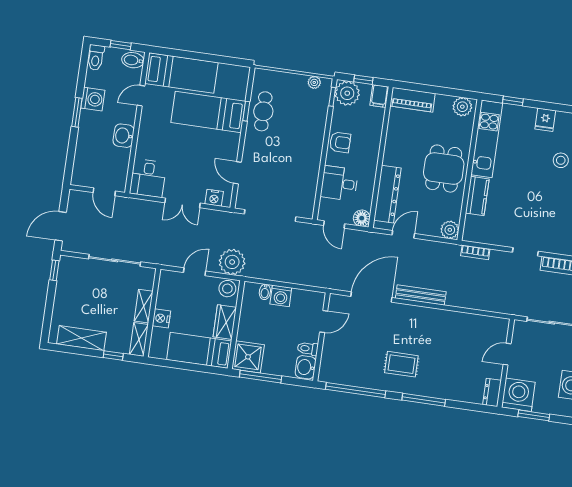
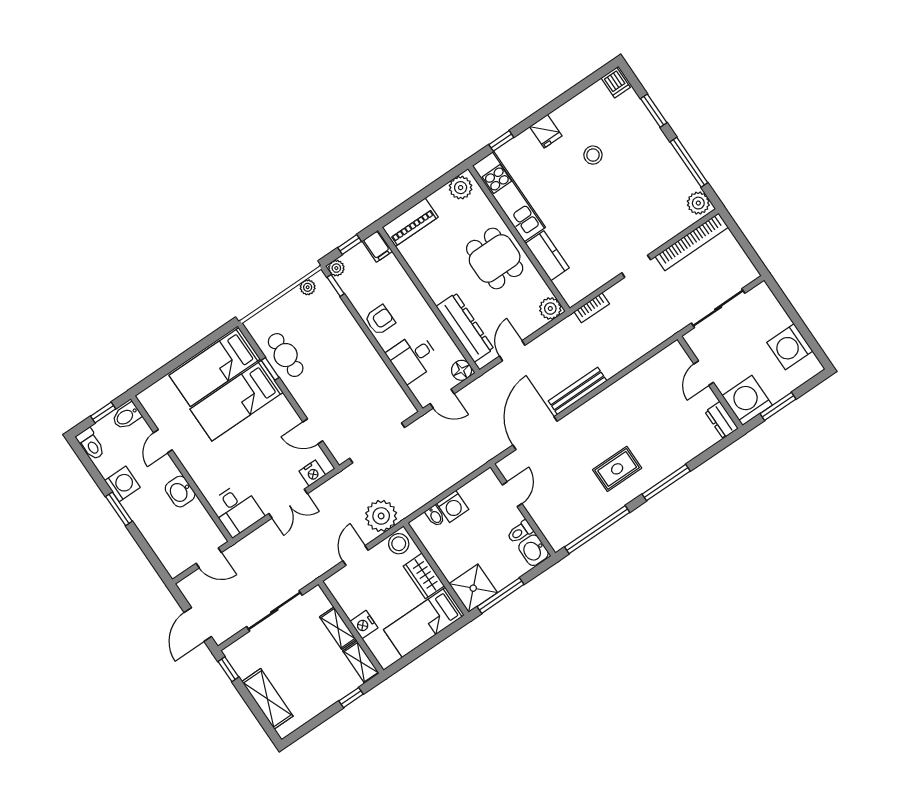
bed: (181, 73) -> (215, 367), moved, turned 180
plant: (347, 93) -> (336, 268), width x0.53, depth x0.53
shelving: (82, 338) -> (267, 699), moved, turned 90

